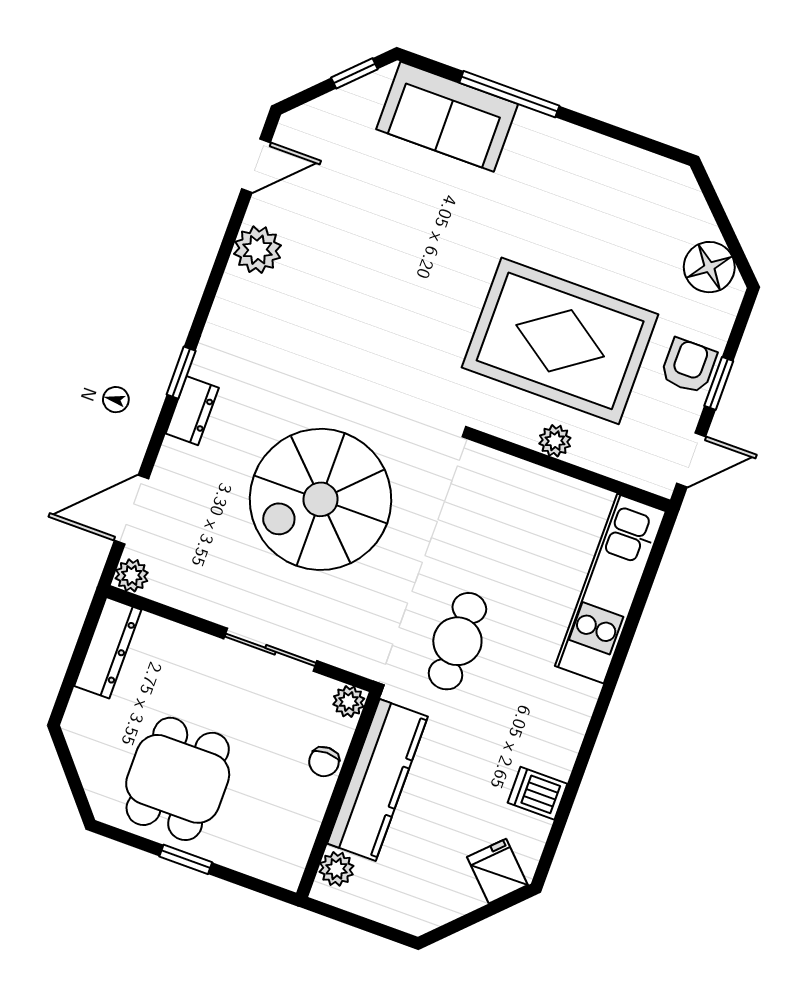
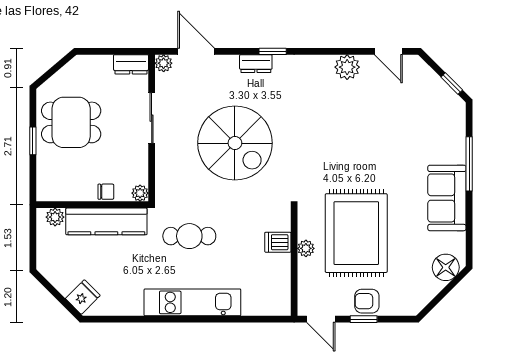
sofa: (447, 117) -> (447, 198), moved
floor lamp: (709, 267) -> (446, 267), moved
armchair: (689, 366) -> (367, 301), turned 180
spiral stairs: (321, 499) -> (235, 143), turned 180
kitchen unit: (610, 589) -> (192, 302), moved
dresser: (108, 648) -> (131, 64), width x0.70
sliding door: (270, 650) -> (152, 118), moved
chair: (324, 762) -> (106, 192), turned 180
dishwasher: (537, 793) -> (278, 242), moved, turned -90

